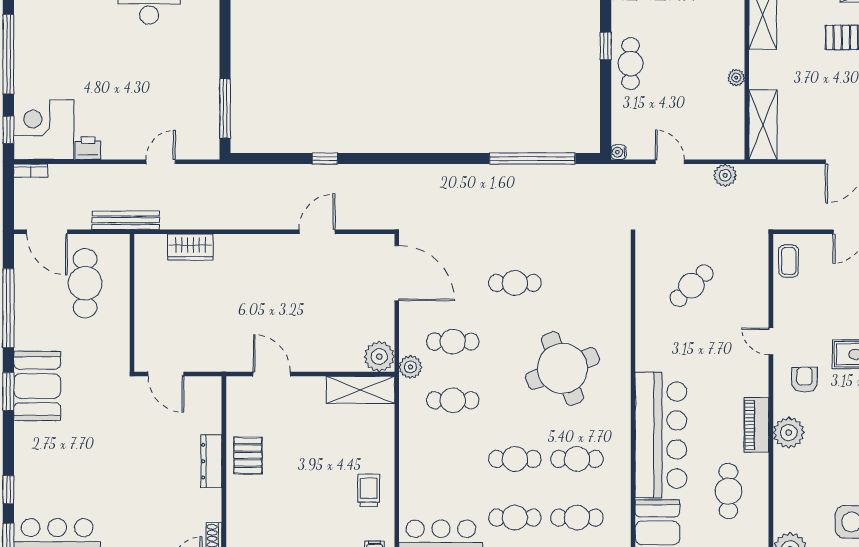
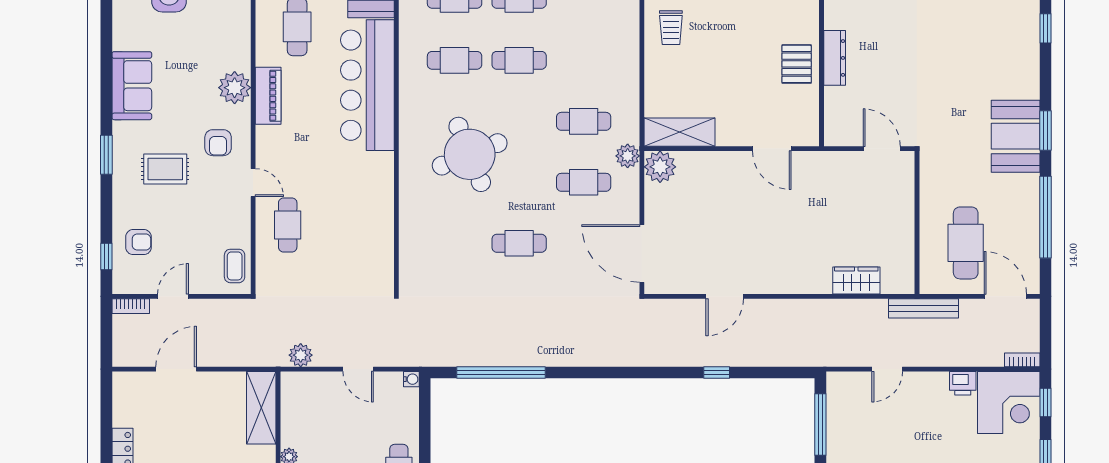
cafe table: (691, 286) -> (288, 225), moved, turned -46

